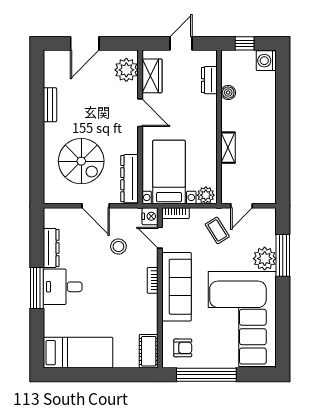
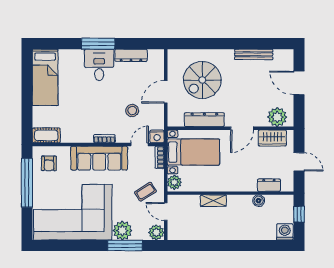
bench: (50, 105) -> (254, 54), width x1.36
dresser: (130, 179) -> (204, 120), moved
plant: (267, 217) -> (156, 232), added

